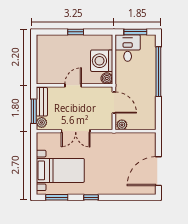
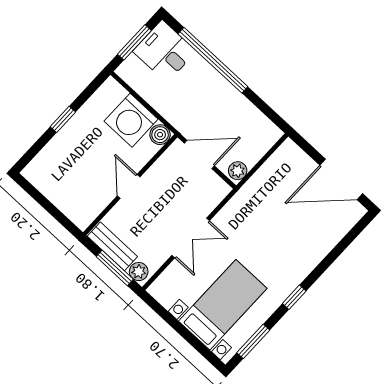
desk: (128, 48) -> (165, 51), moved
door: (158, 171) -> (341, 179), hinge flipped

